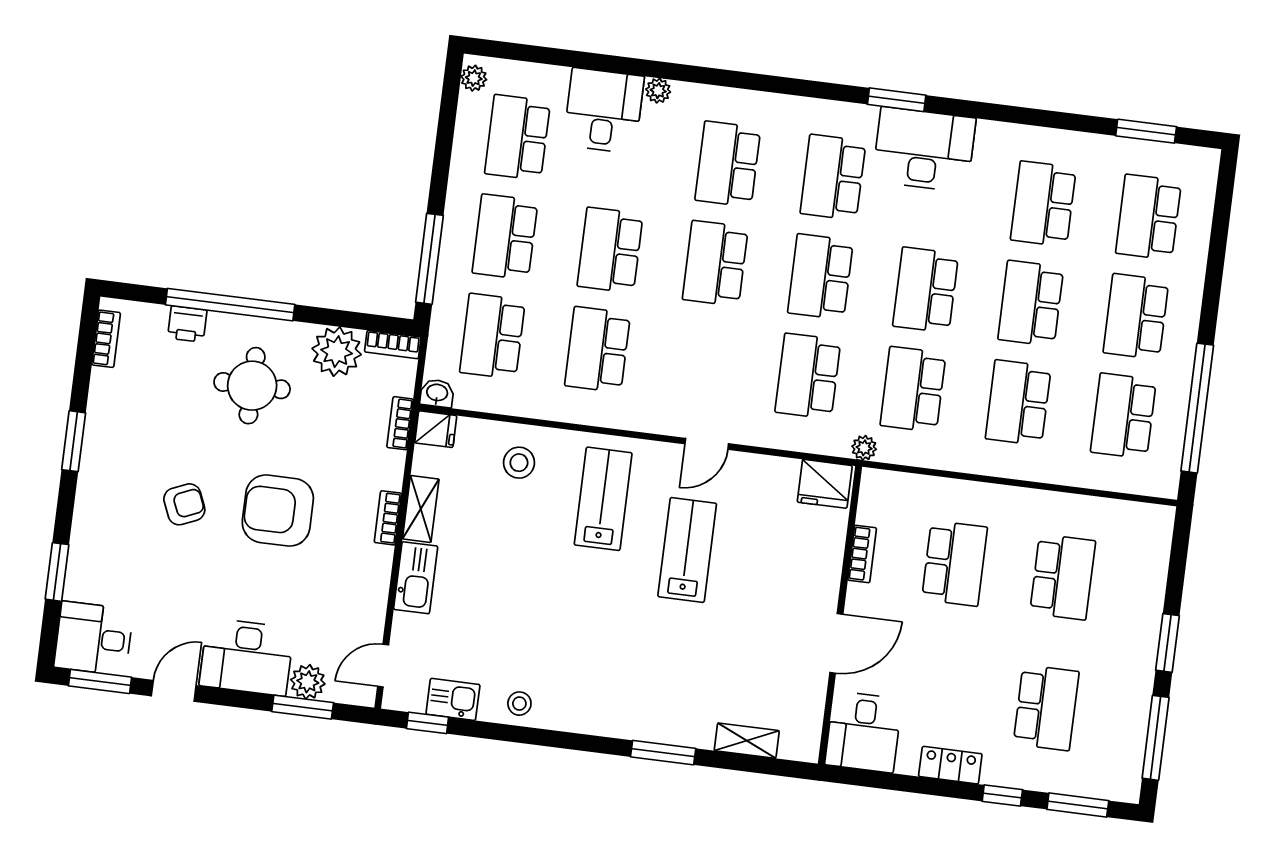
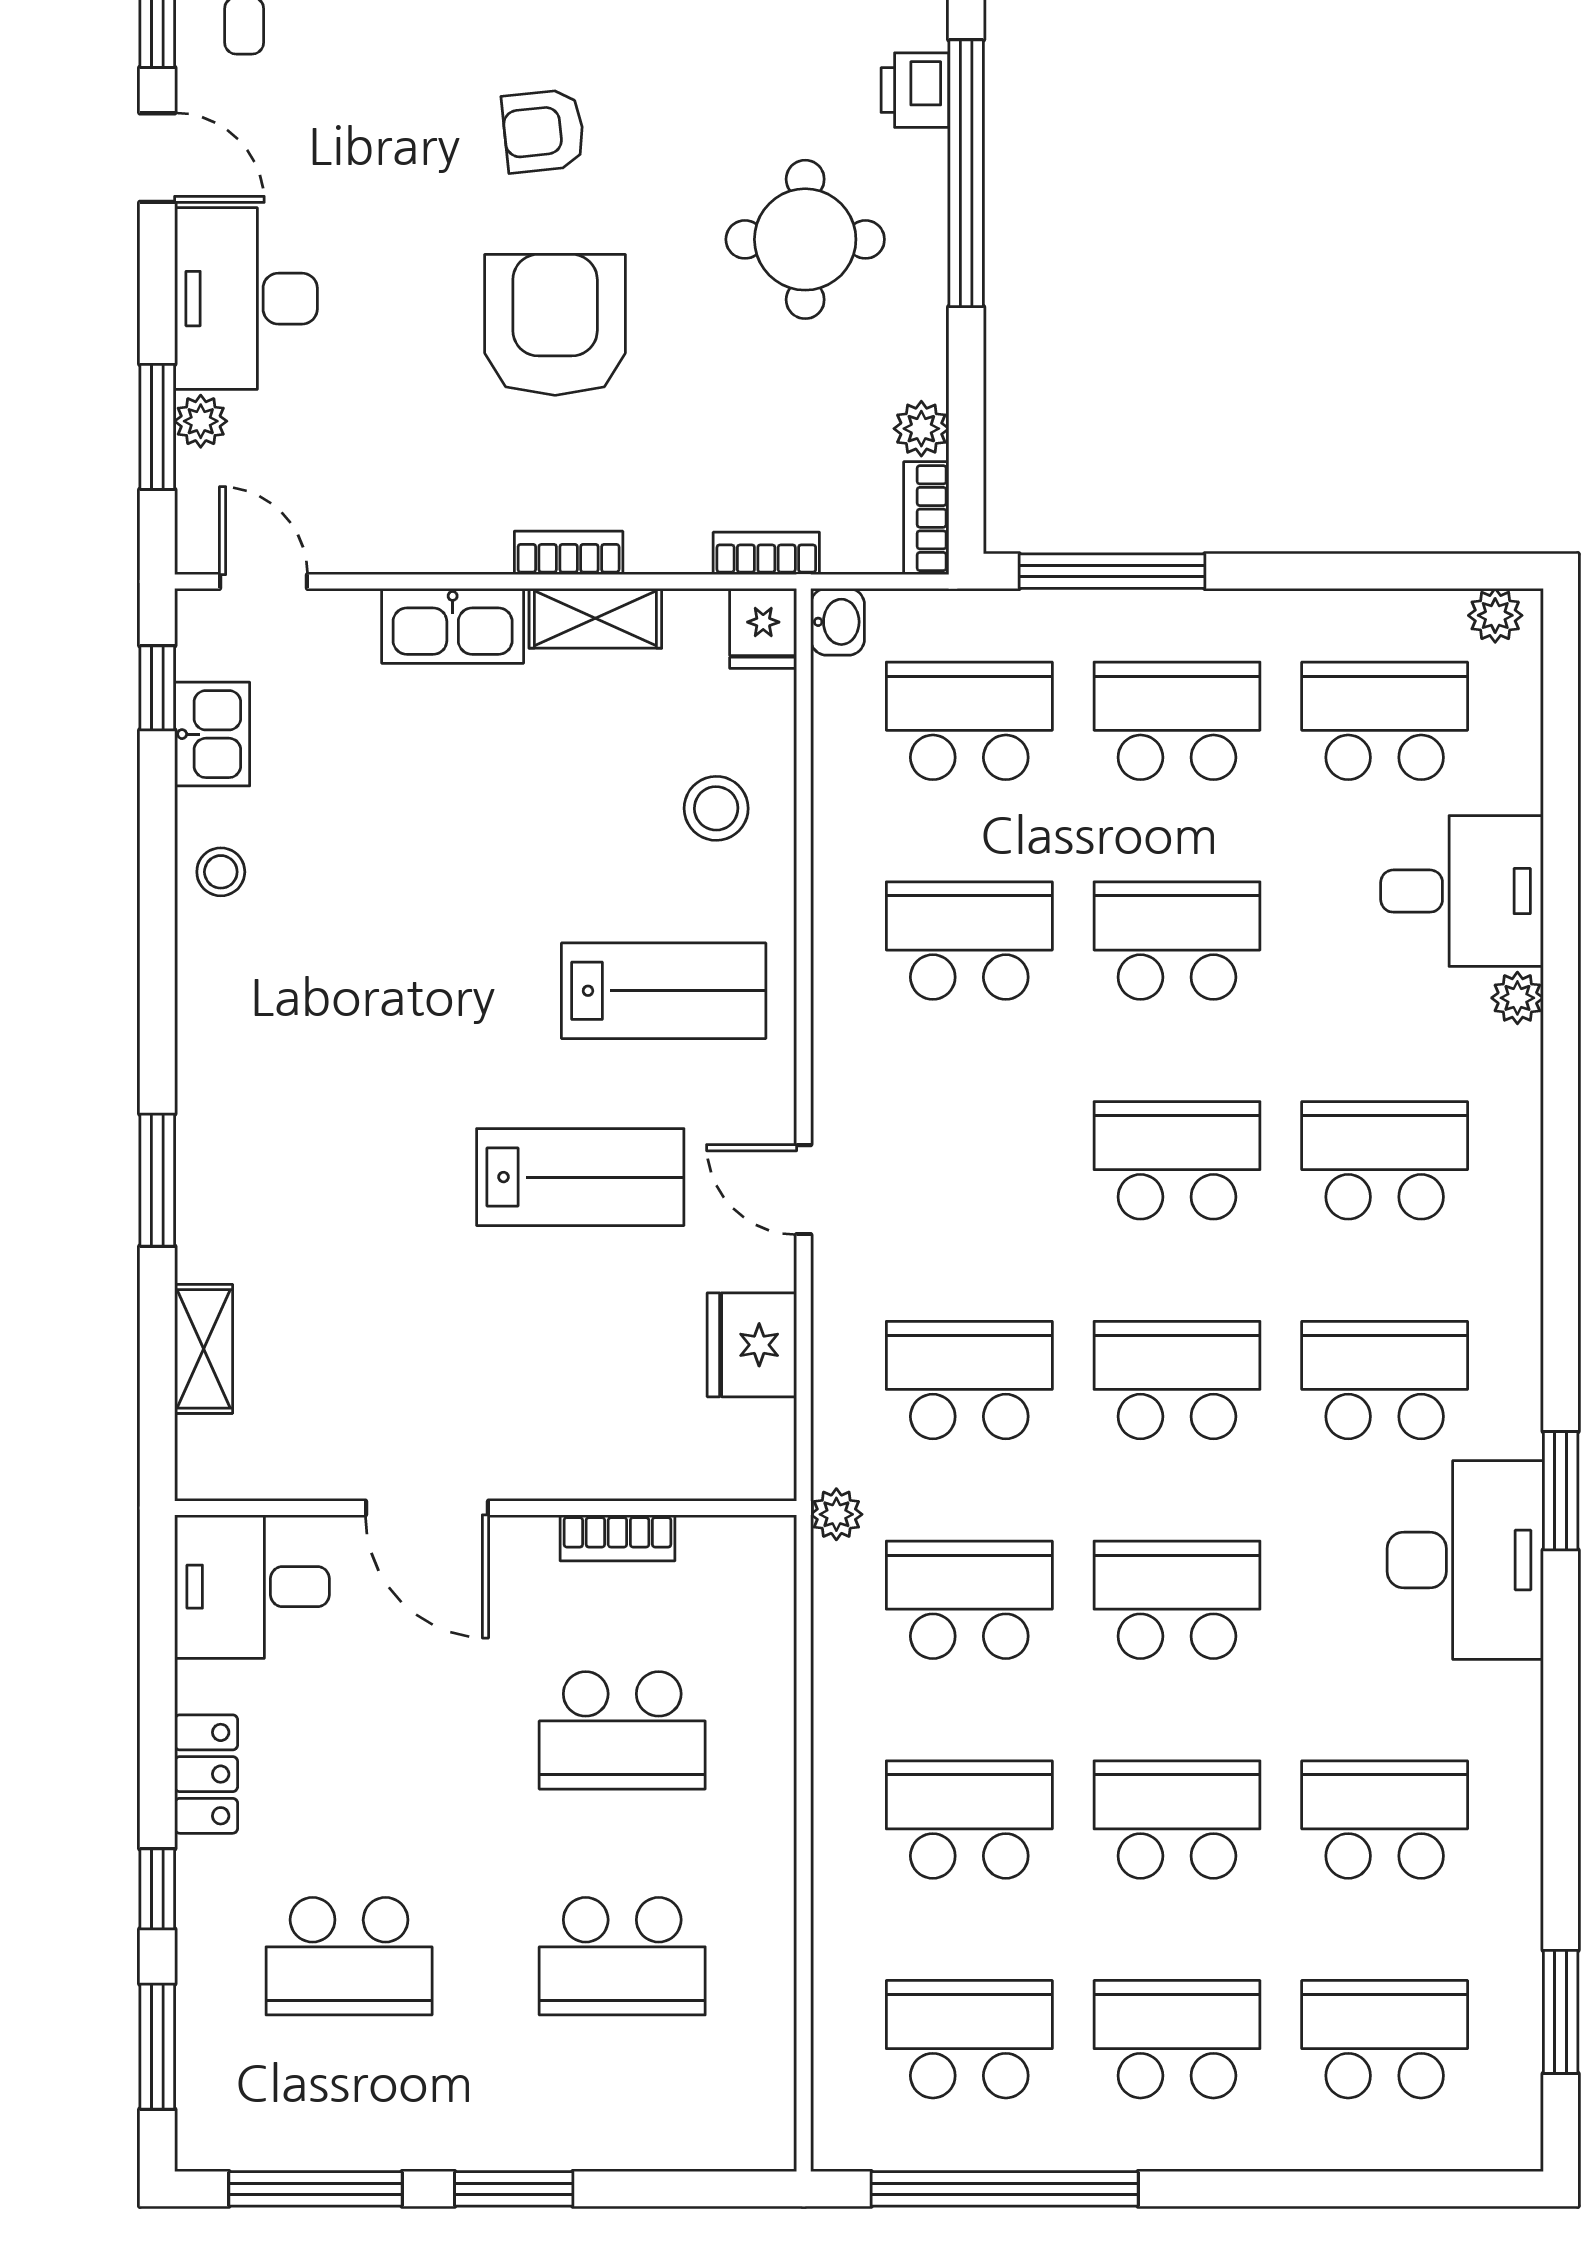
plant: (337, 352) -> (921, 429), width x0.53, depth x0.53
fridge: (825, 484) -> (752, 1345), moved
armchair: (184, 504) -> (543, 131), turned 107
plant: (308, 682) -> (201, 421), width x0.73, depth x0.73

